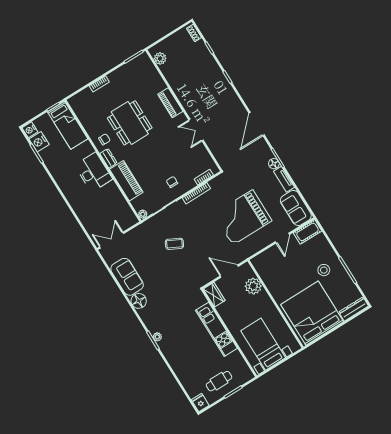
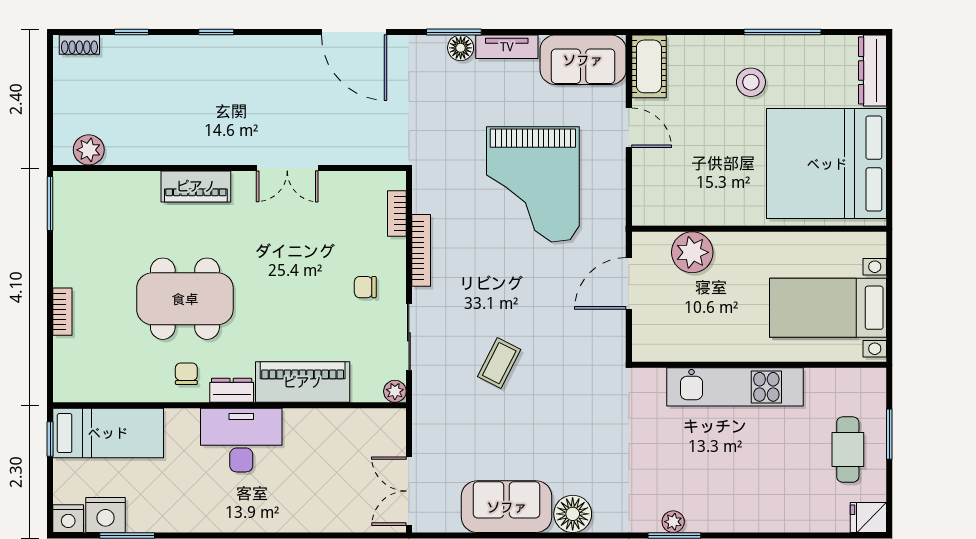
wardrobe: (214, 295) -> (659, 346), removed

